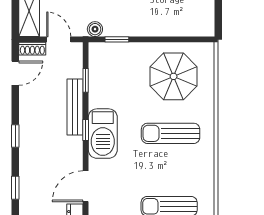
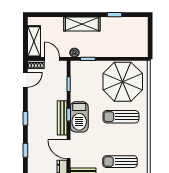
parasol: (174, 76) -> (123, 82), width x1.36, depth x1.36
bench: (75, 107) -> (62, 118), moved
door: (86, 186) -> (69, 149), hinge flipped

